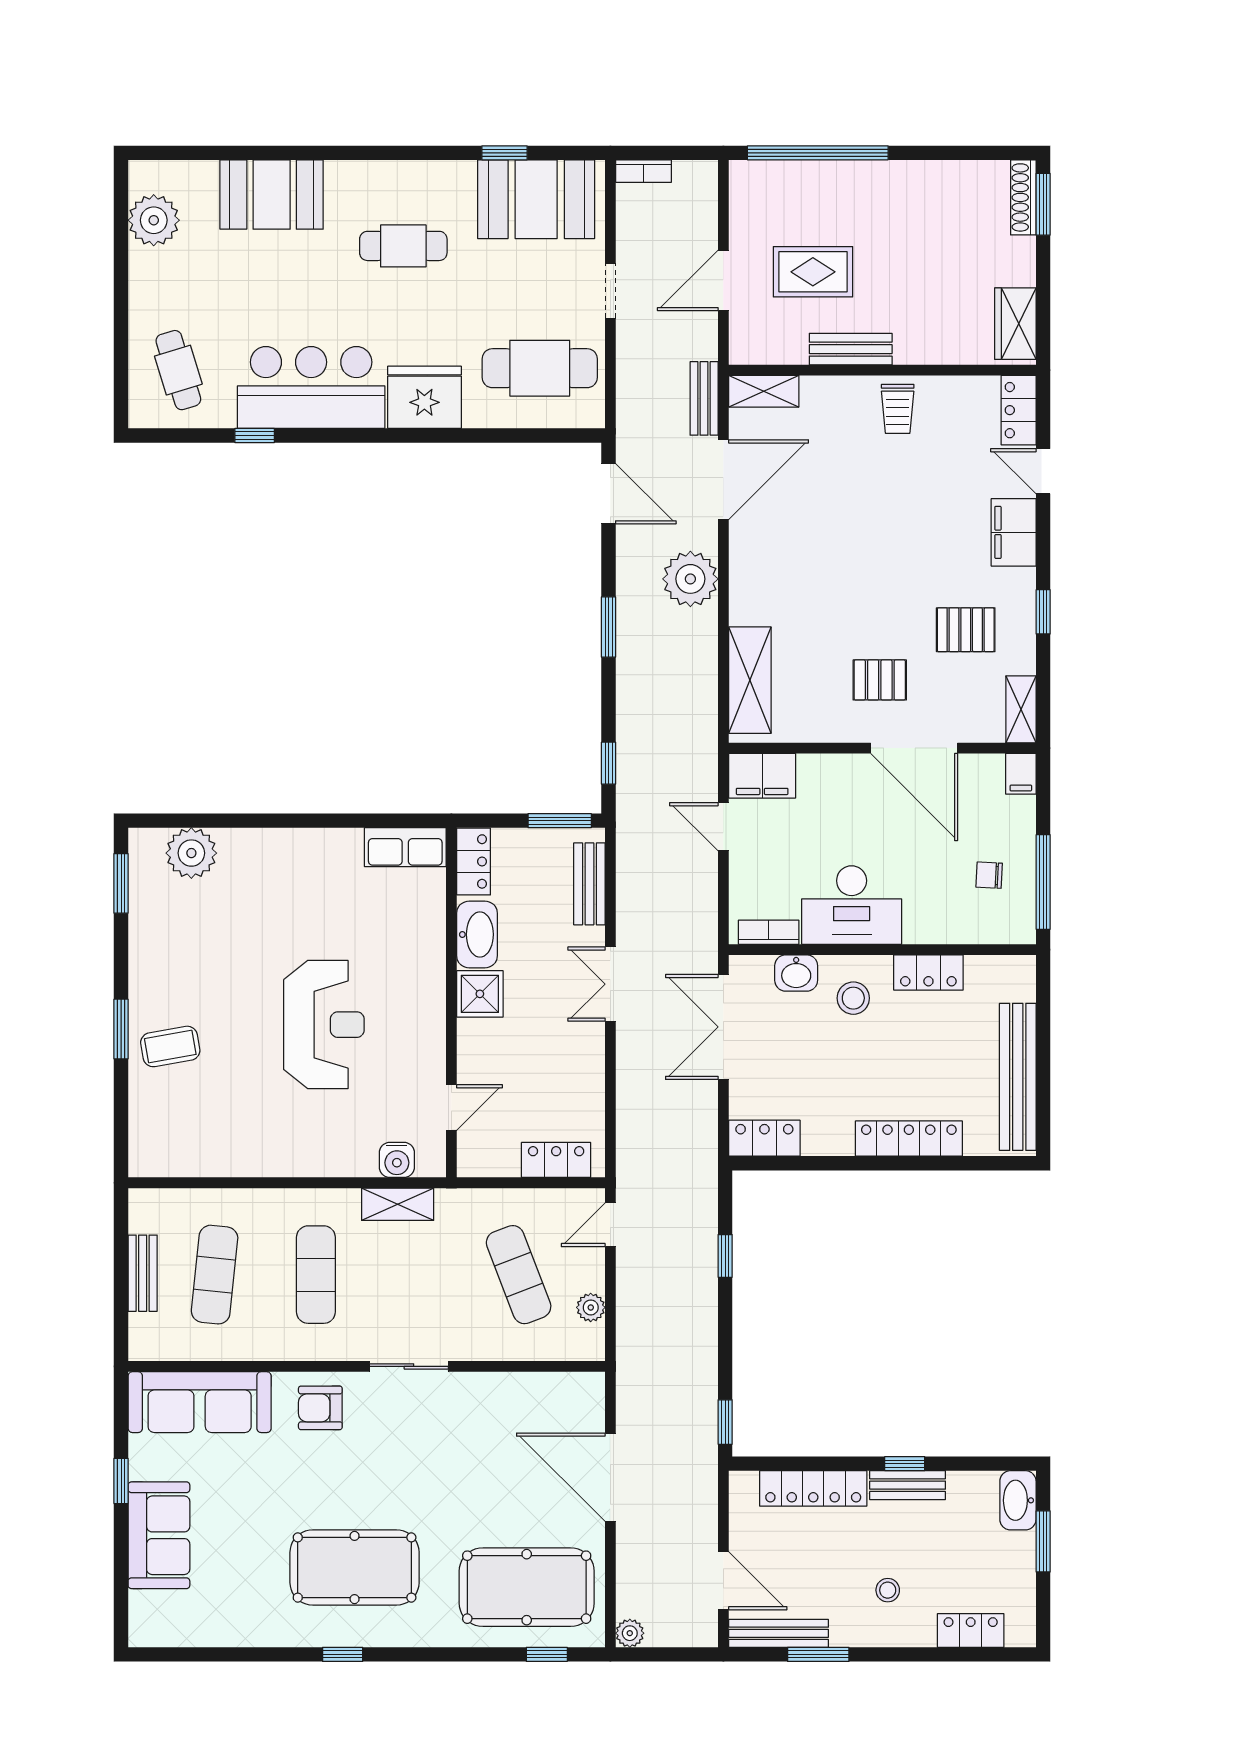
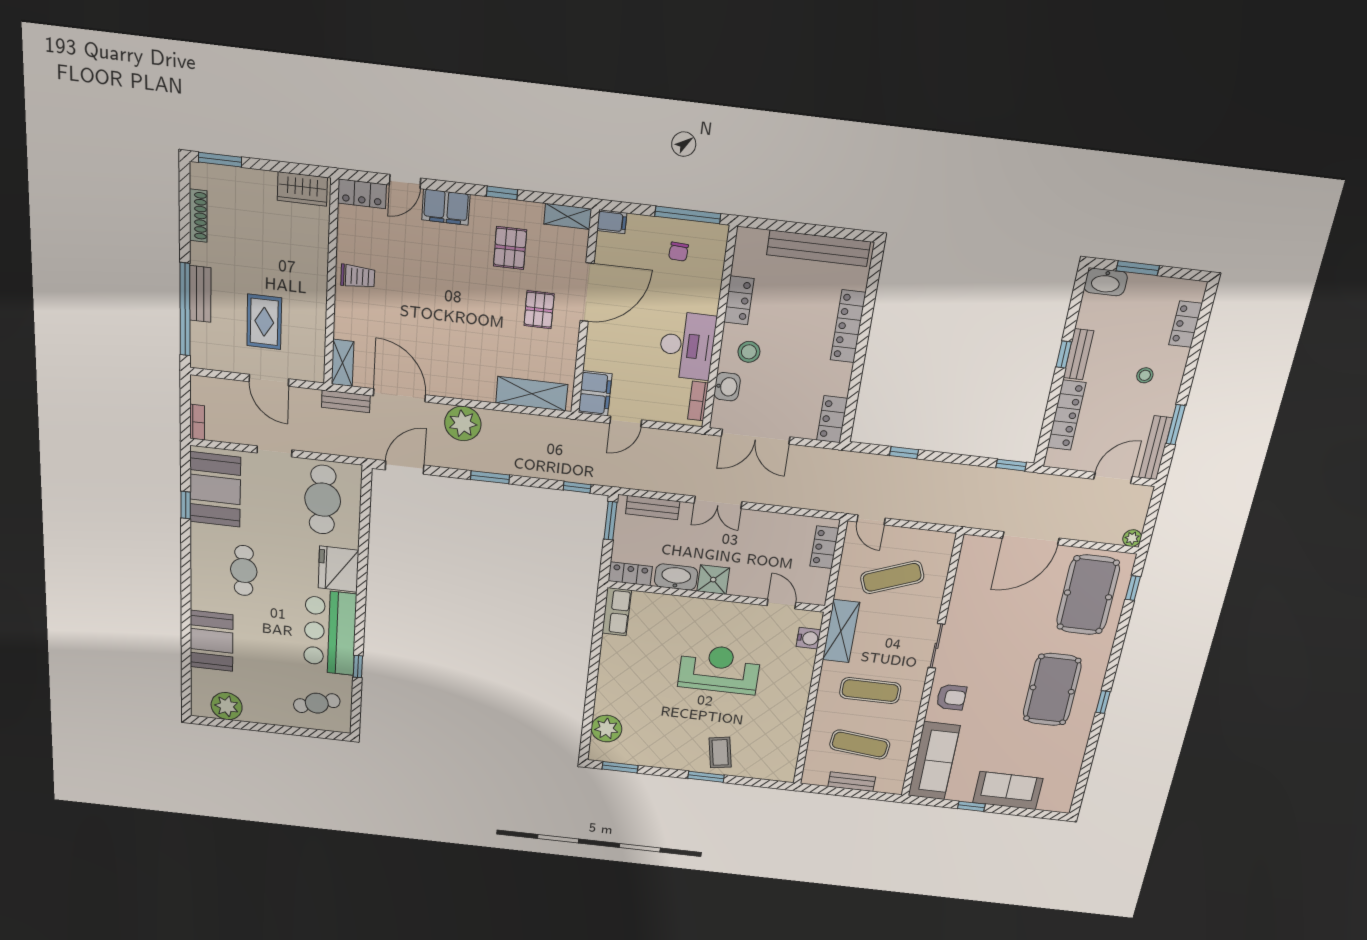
shoe rack: (1023, 197) -> (198, 216), moved, turned -90
bench: (851, 349) -> (200, 294), moved
shelving: (398, 1204) -> (841, 631), width x1.50, depth x1.33
plant: (591, 1307) -> (921, 538), removed
armchair: (320, 1408) -> (951, 697), turned -90

